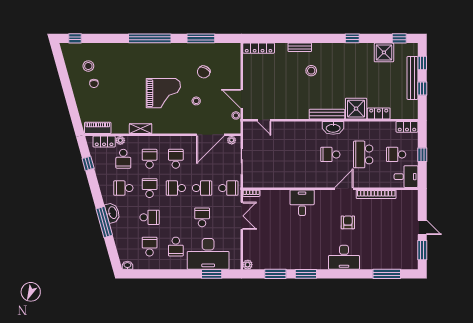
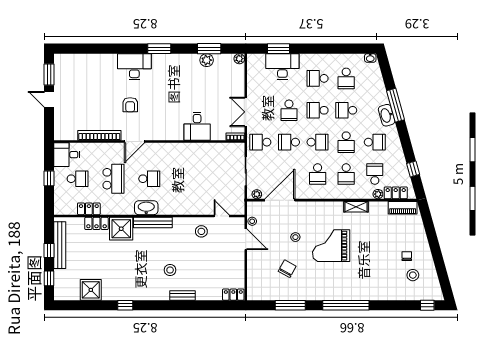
window: (399, 38) -> (74, 305), removed
locker: (259, 48) -> (233, 295), width x0.66
bench: (412, 78) -> (60, 245), moved
stool: (282, 106) -> (201, 231), added
locker: (407, 127) -> (89, 209), moved
desk: (302, 203) -> (197, 126), moved
school desk: (176, 217) -> (318, 110), added
school desk: (176, 247) -> (318, 78), turned -90
desk: (208, 254) -> (282, 67), width x0.73, depth x0.77
plant: (278, 263) -> (207, 60), added
window: (306, 274) -> (159, 49), moved
window: (387, 274) -> (88, 49), removed

